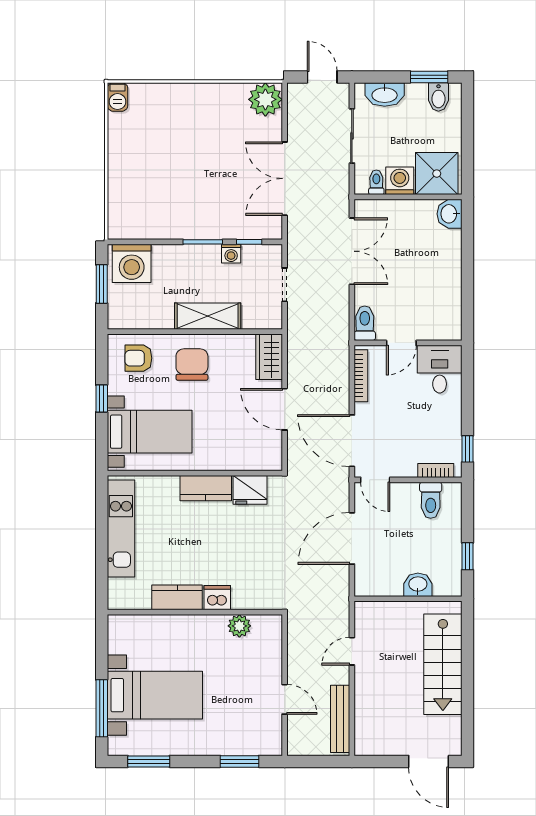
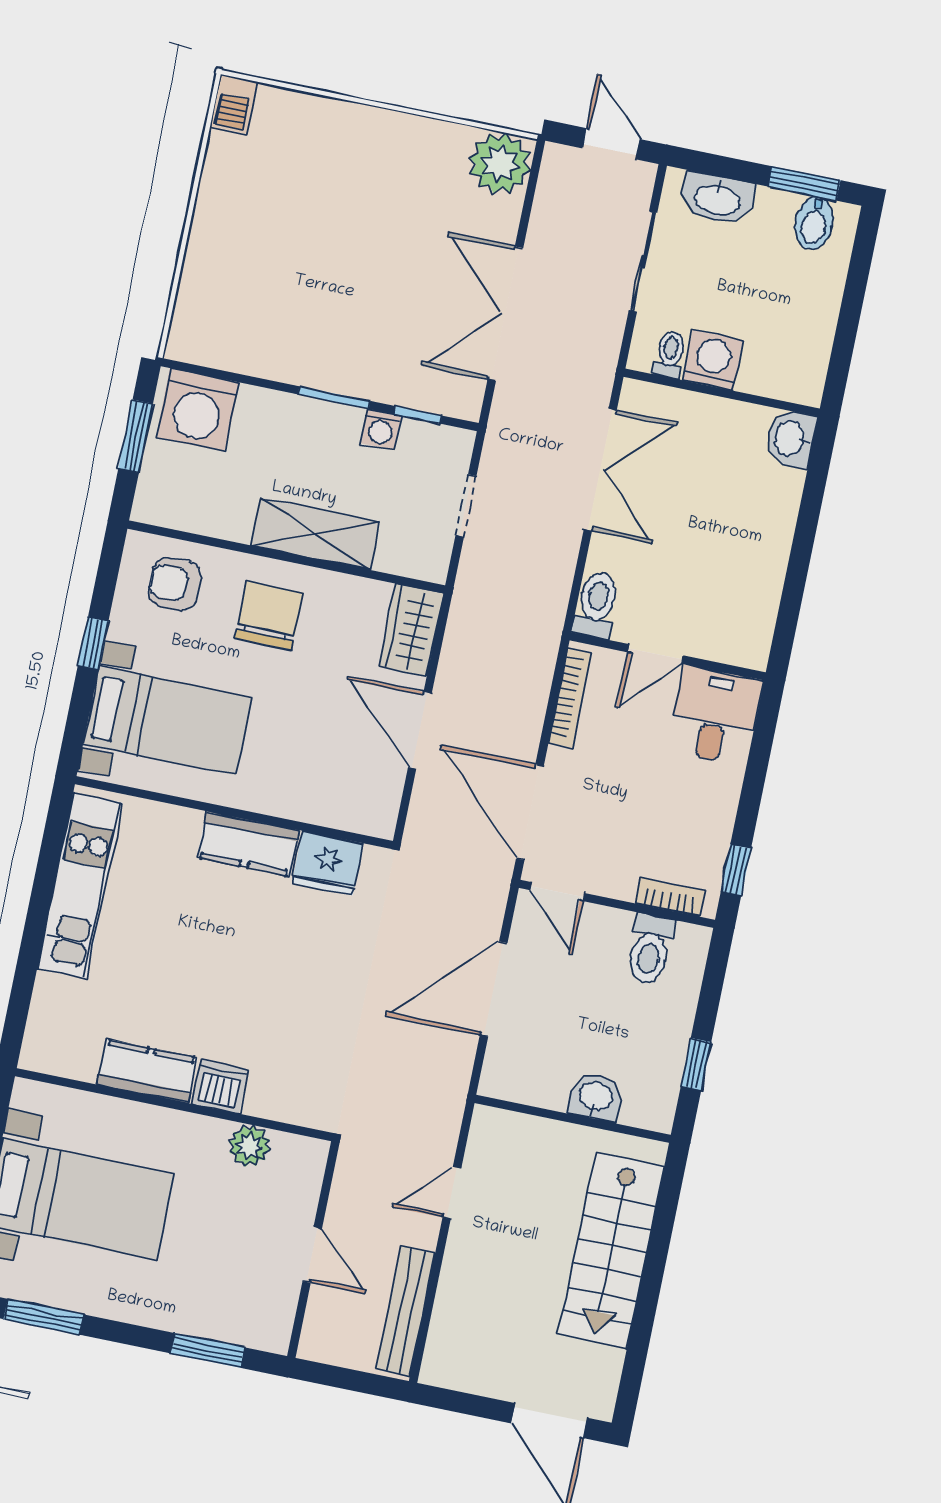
shower: (437, 174) -> (782, 361), removed
kitchen counter: (177, 597) -> (147, 1071), moved
dishwasher: (217, 598) -> (220, 1087), moved
wall: (195, 612) -> (174, 1105), moved
plant: (239, 626) -> (249, 1146), moved

